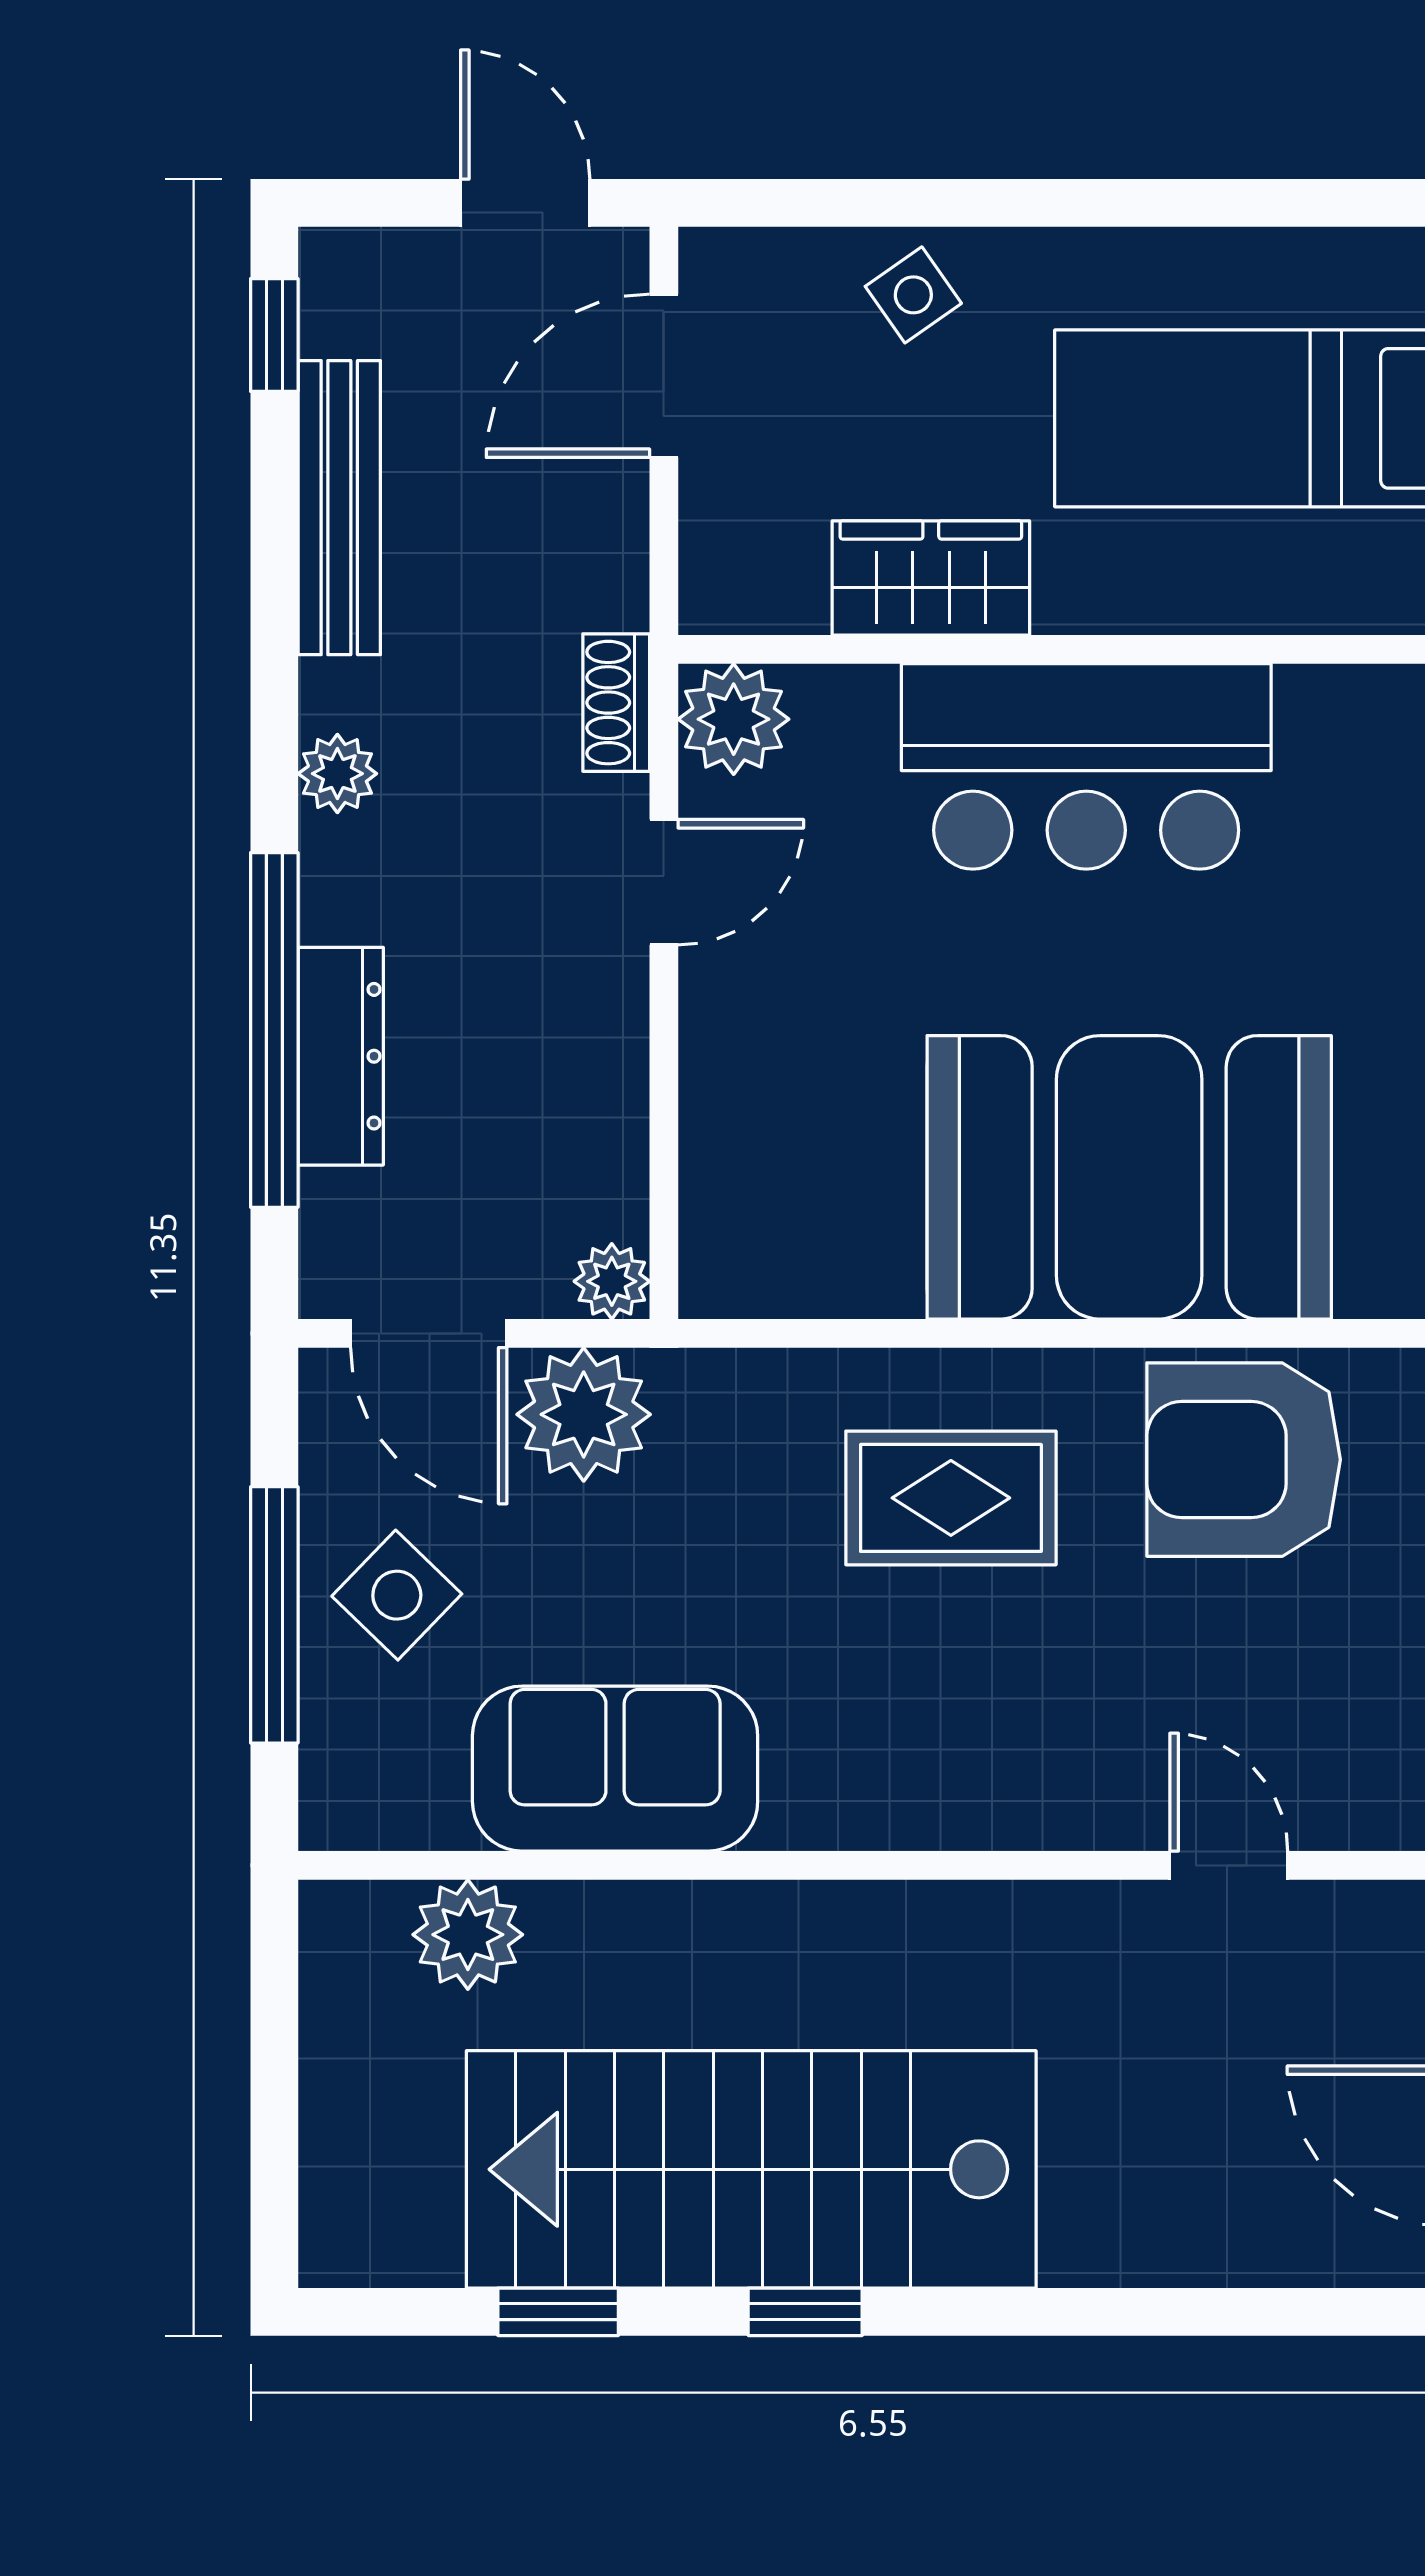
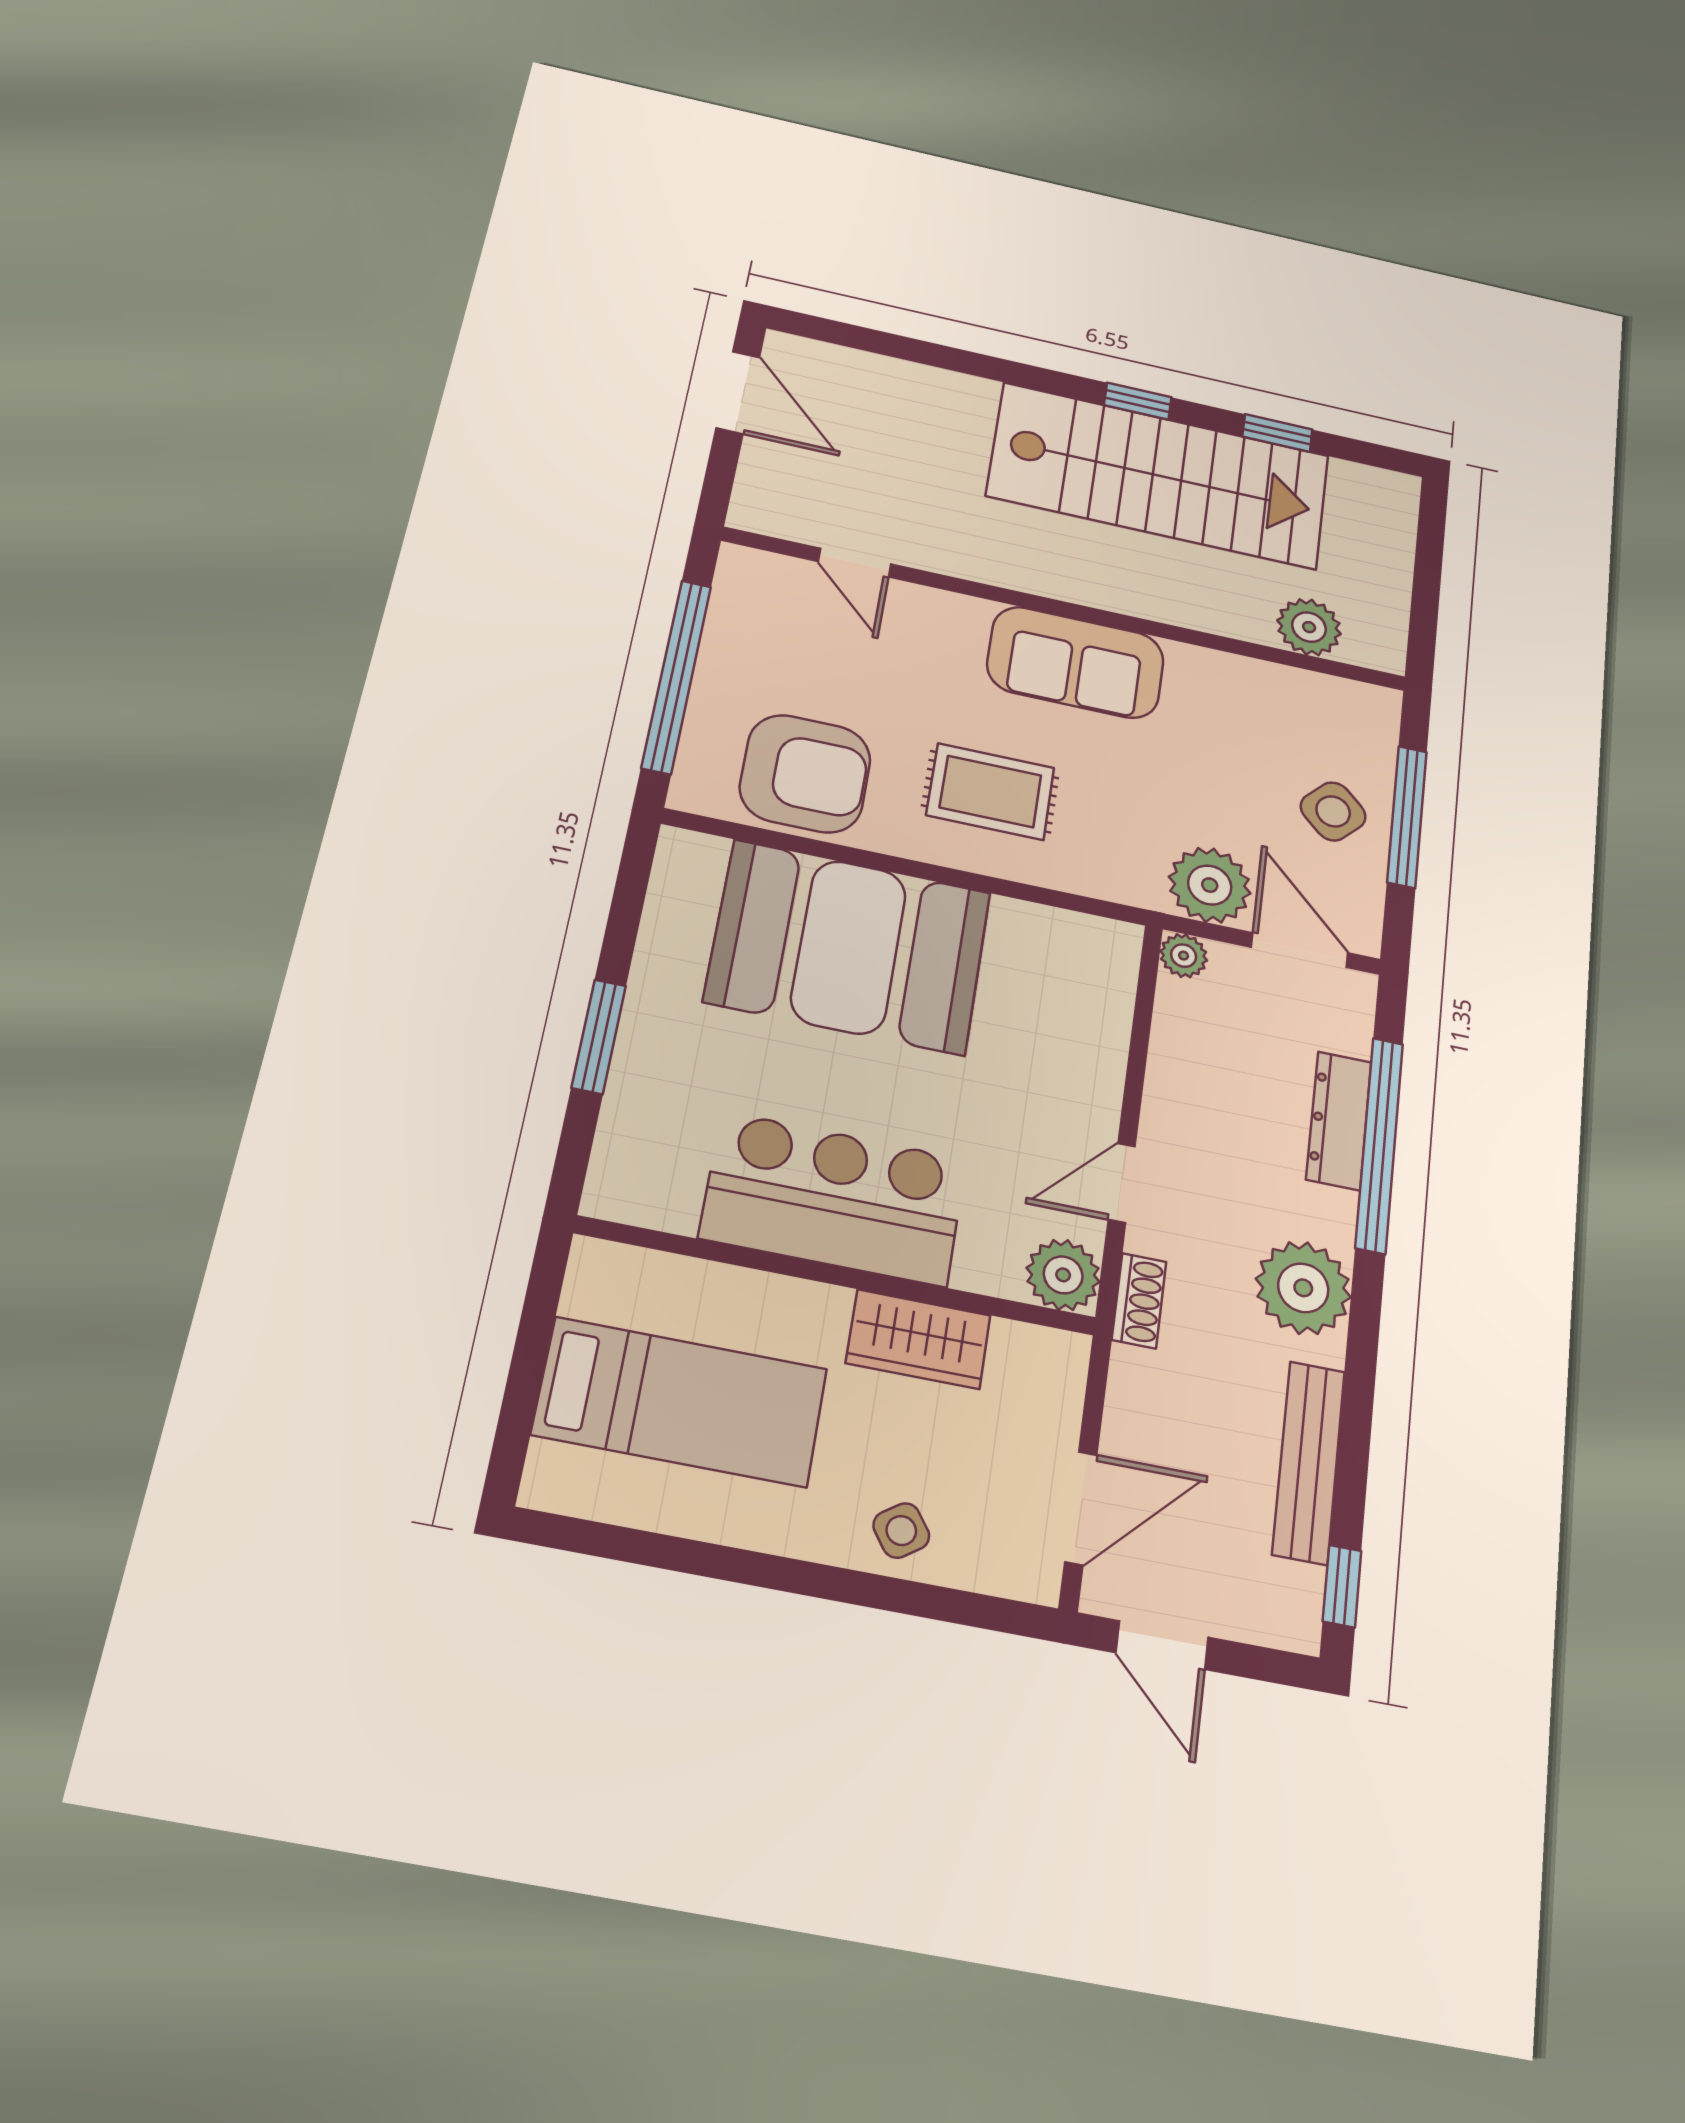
plant: (337, 774) -> (1303, 1288), width x1.88, depth x1.88
sofa: (615, 1769) -> (1076, 662), moved

